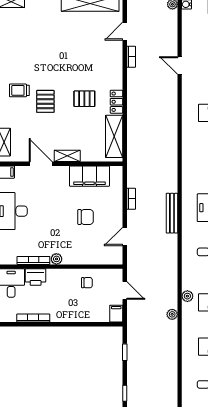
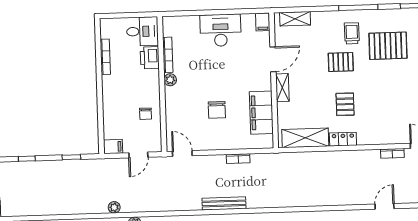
pallet: (32, 57) -> (388, 46), added
door: (125, 237) -> (182, 154), moved

